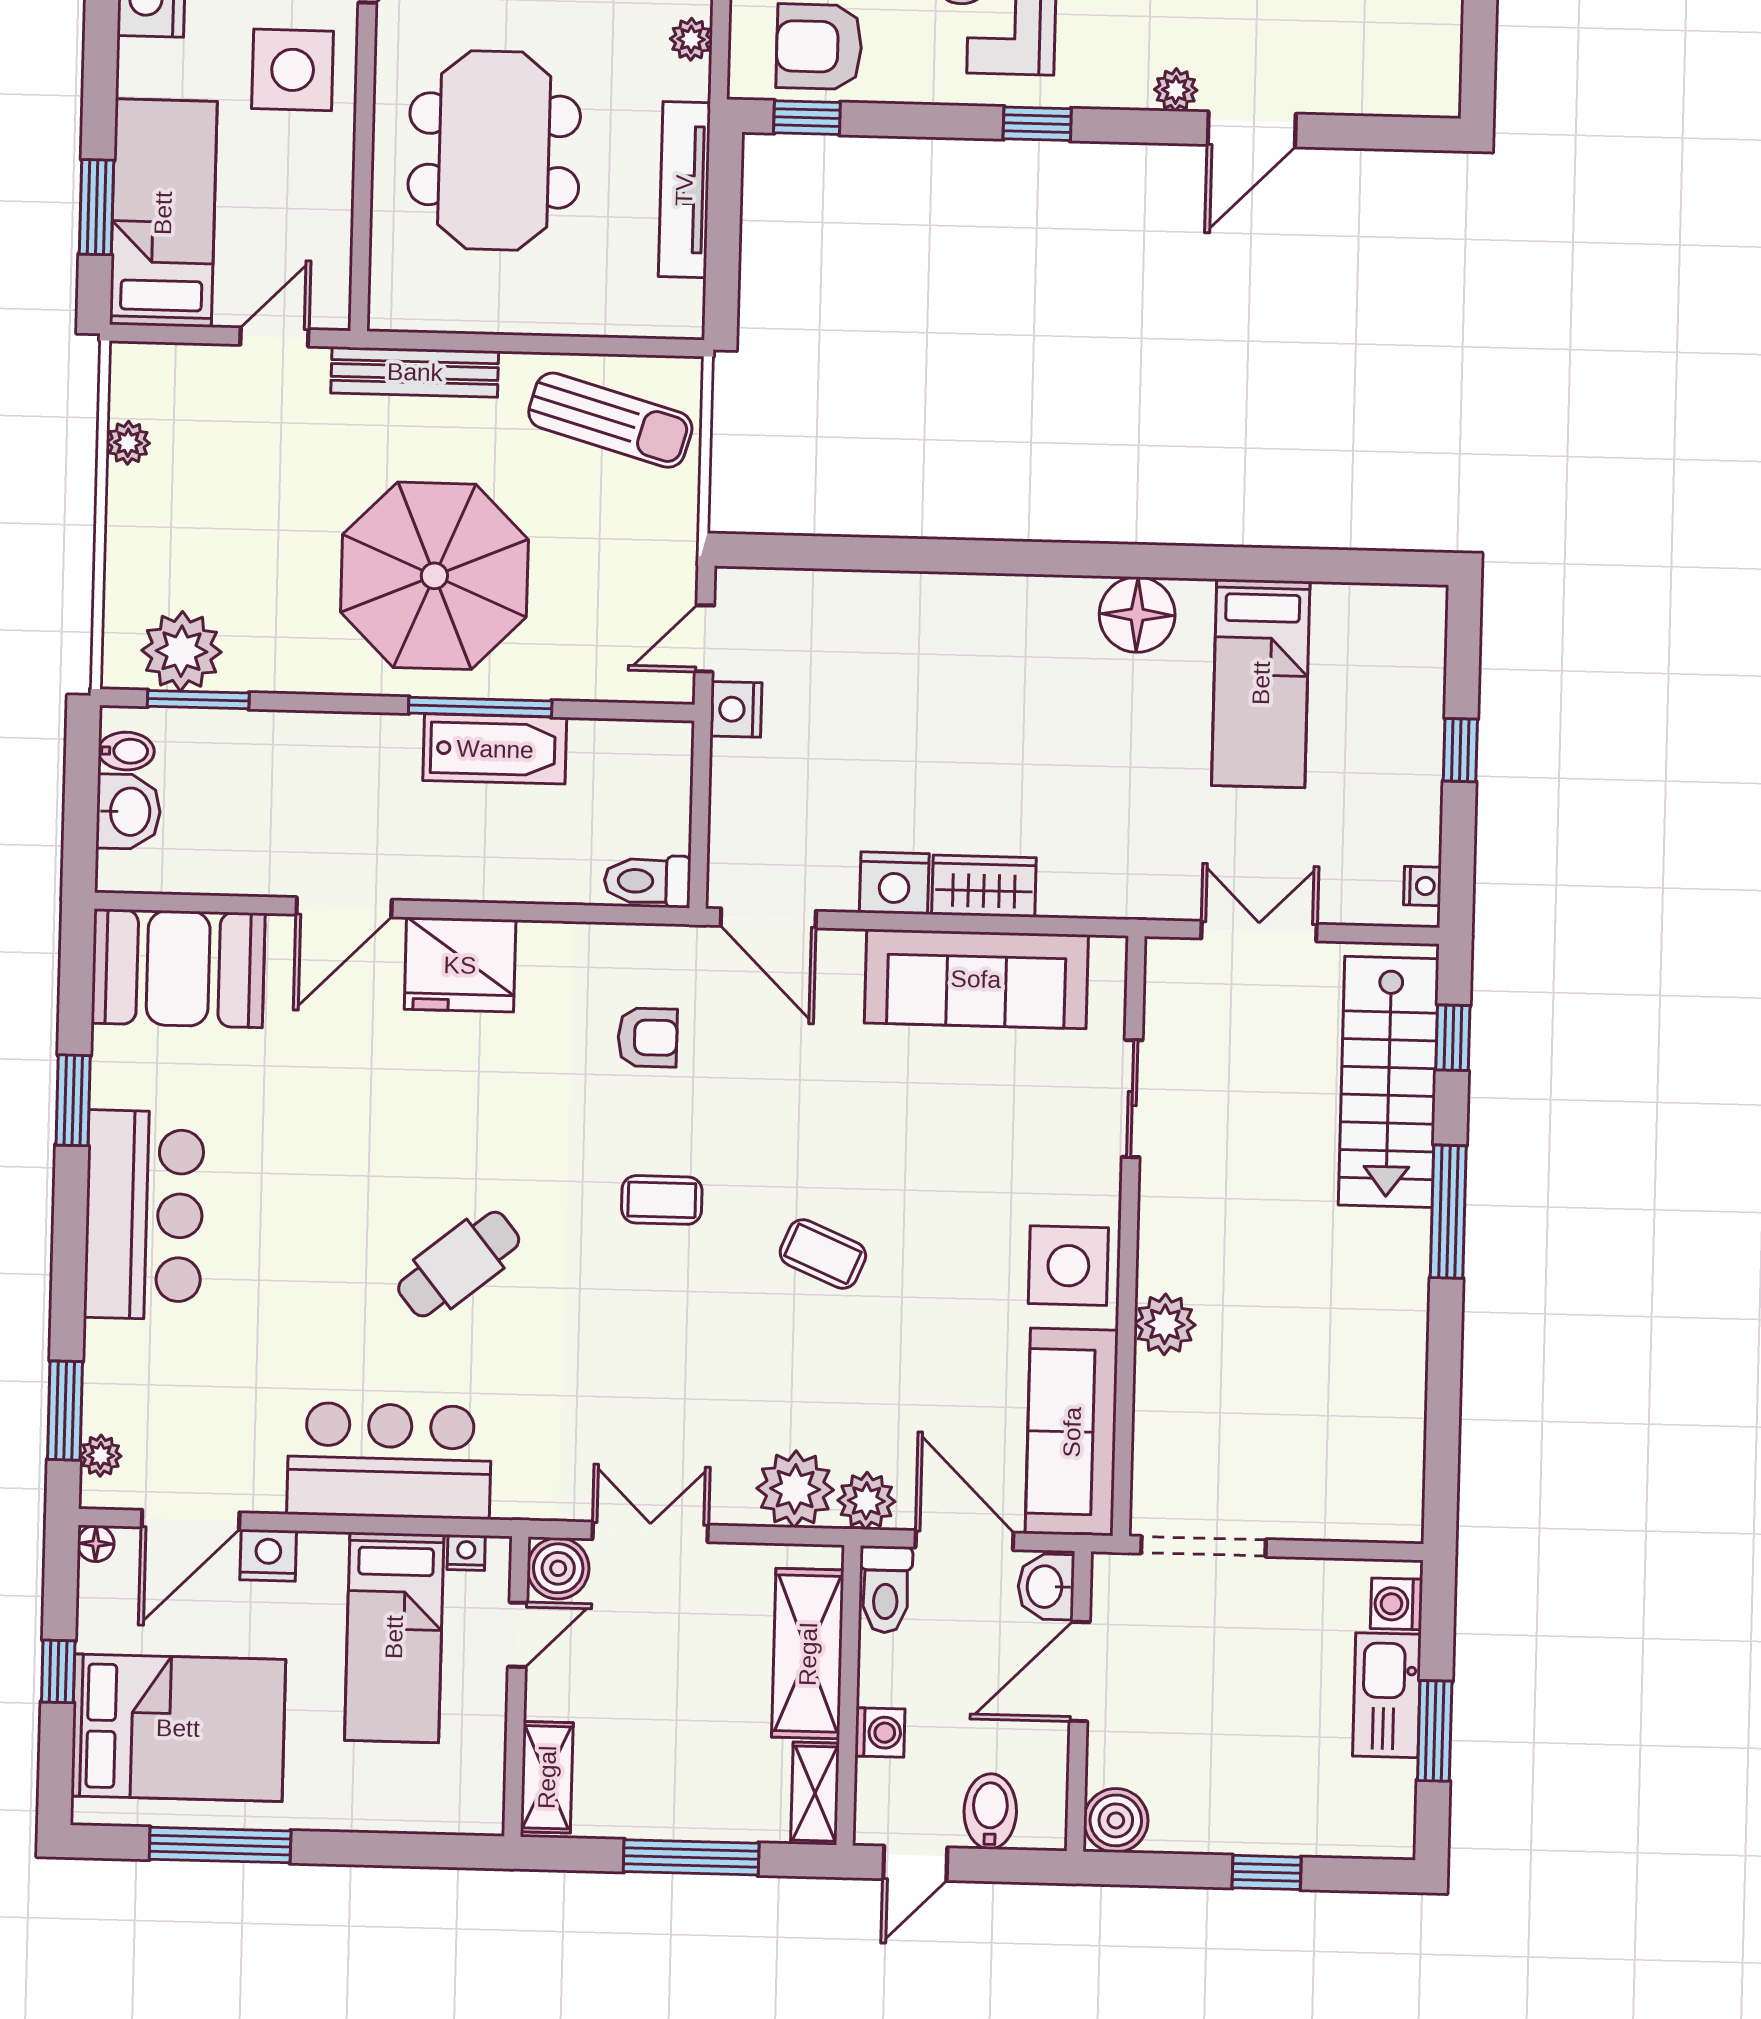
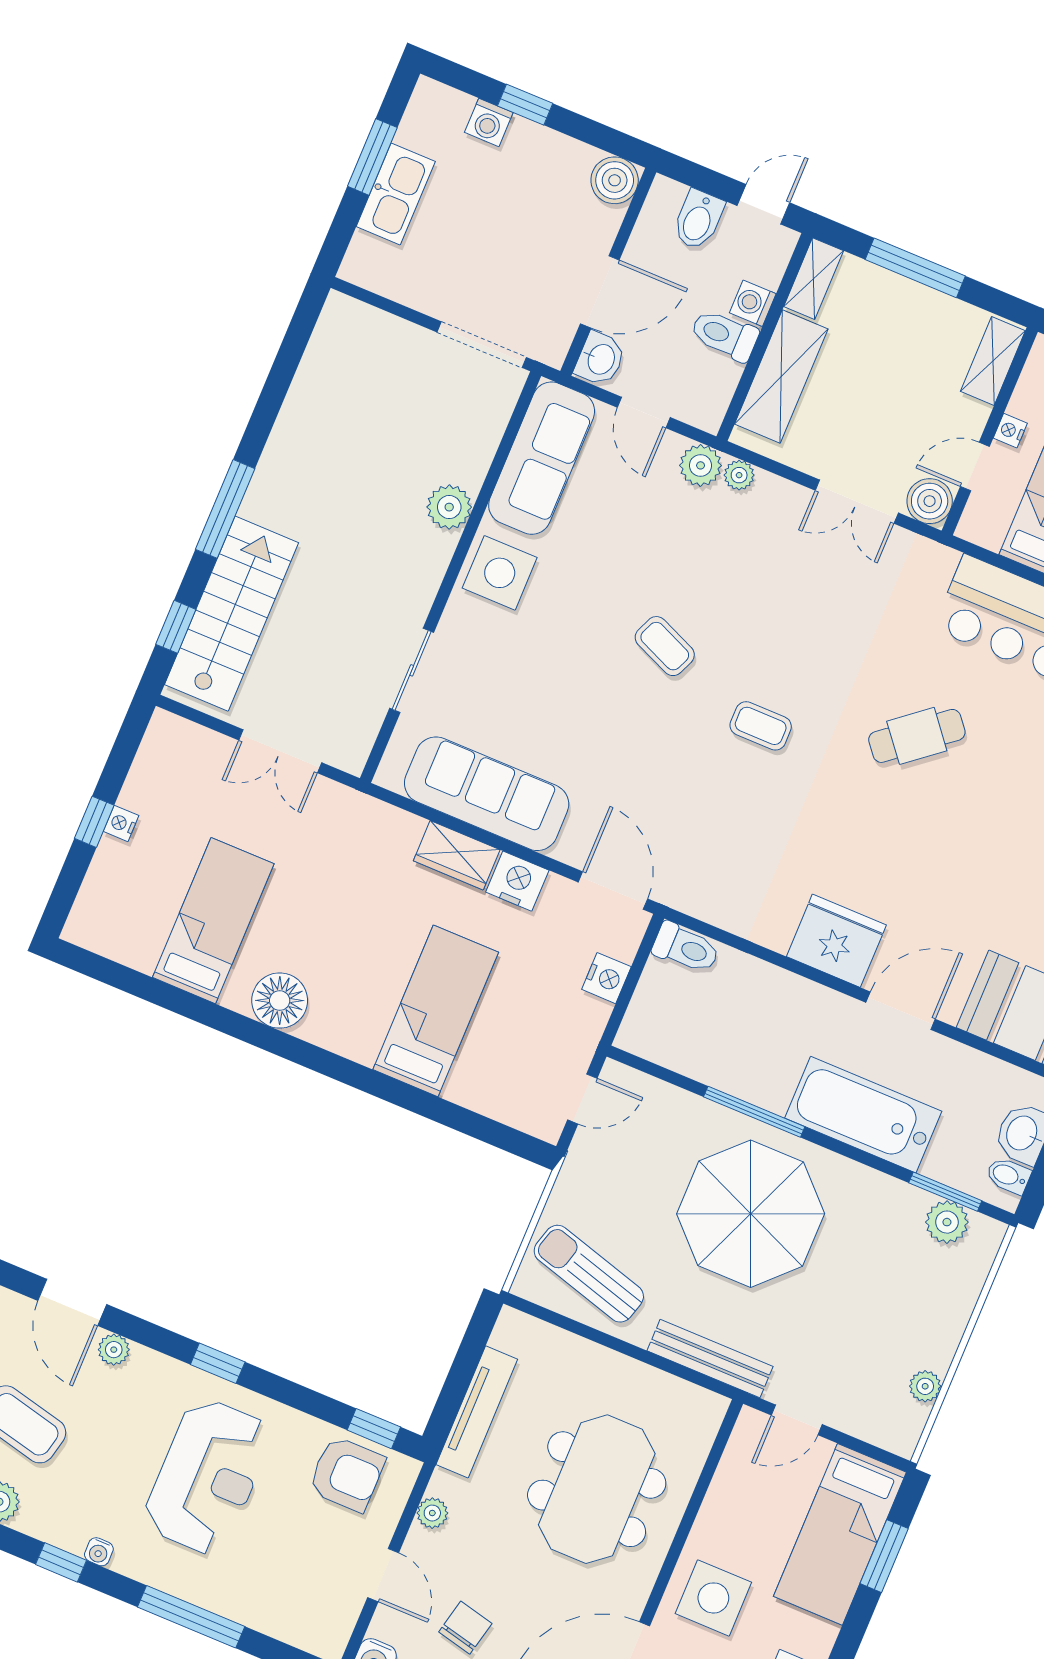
door: (1252, 129) -> (72, 1302), swing flipped
plant: (181, 651) -> (947, 1222), width x0.73, depth x0.73
bed: (934, 678) -> (436, 1011), added
nightstand: (736, 709) -> (606, 978), moved
bathtub: (495, 749) -> (863, 1115), moved, width x1.36, depth x1.36
nightstand: (1422, 886) -> (121, 823), moved
armchair: (648, 1037) -> (727, 841), removed
plant: (795, 1489) -> (739, 475), width x0.53, depth x0.53
door: (964, 1540) -> (644, 412), width x0.73
nightstand: (466, 1553) -> (1010, 431), moved, turned 90
toilet: (886, 1589) -> (724, 335), moved, turned -90
washing machine: (1397, 1604) -> (489, 122), moved, turned 90

